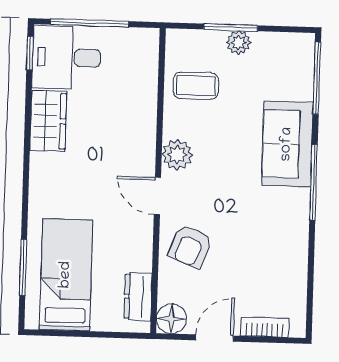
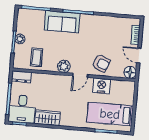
nightstand: (135, 250) -> (101, 86), added
dresser: (138, 297) -> (21, 77), moved

